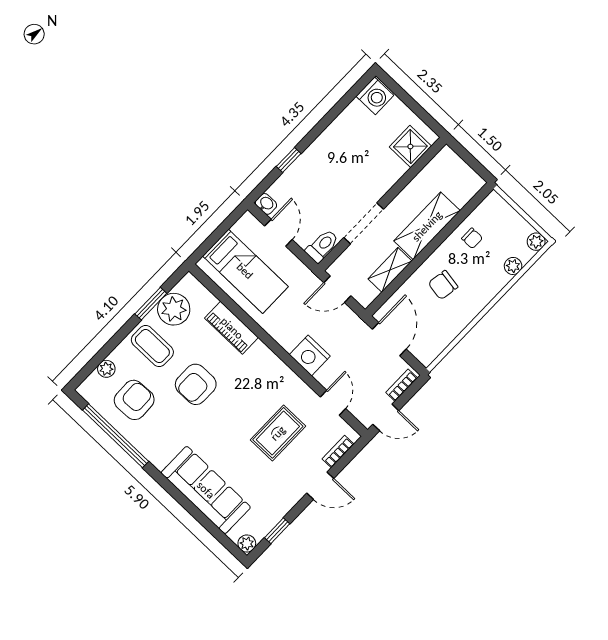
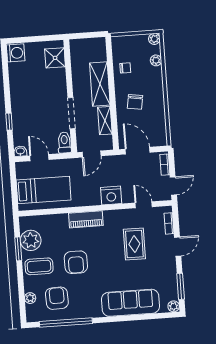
piano: (232, 328) -> (86, 219), moved
window: (277, 531) -> (181, 286), width x1.50

